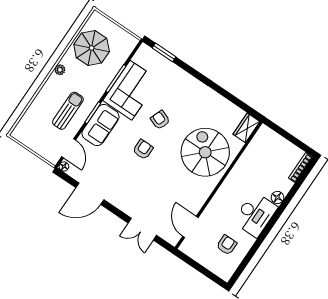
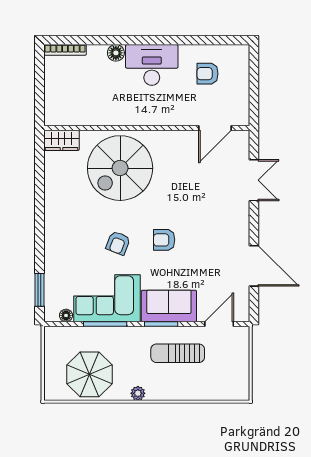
floor lamp: (64, 166) -> (66, 315), moved

